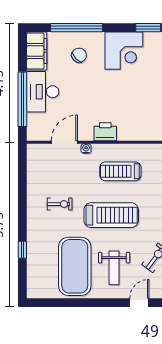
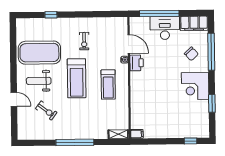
printer: (105, 132) -> (137, 63), moved
treadmill: (120, 171) -> (108, 85), turned 180

